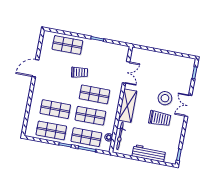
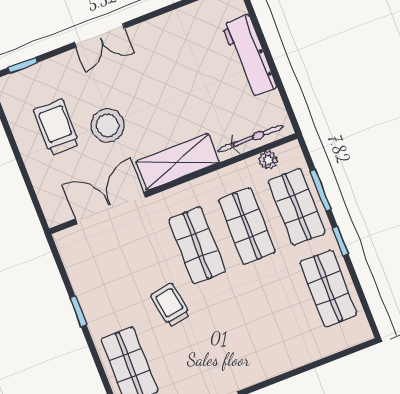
double door: (126, 72) -> (111, 208), width x1.37
stool: (165, 98) -> (108, 125), moved
shop shelf: (55, 109) -> (279, 308), removed
trolley: (160, 118) -> (57, 127), moved

